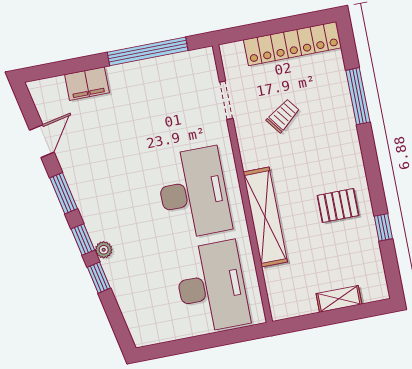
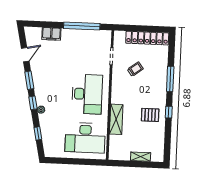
window: (358, 96) -> (170, 79), moved
shelving: (265, 217) -> (116, 119), width x0.68
window: (383, 227) -> (169, 112), moved
window: (99, 278) -> (38, 133), moved
desk: (212, 287) -> (85, 138), turned 90

